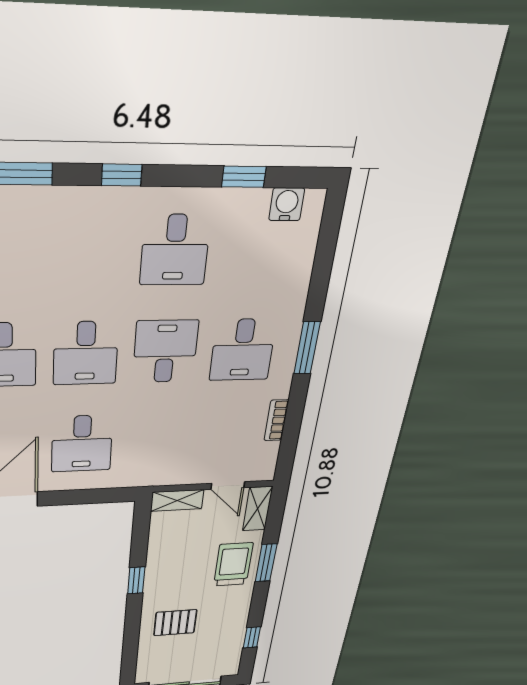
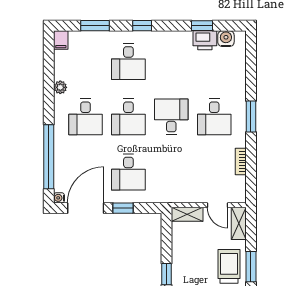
printer: (245, 207) -> (205, 40), added
desk: (175, 250) -> (128, 62), moved
window: (70, 497) -> (123, 208), added

